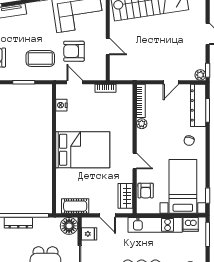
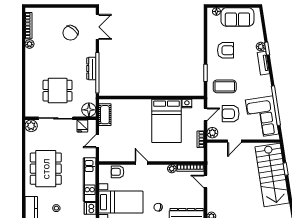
armchair: (74, 51) -> (231, 114), turned -90
coffee table: (40, 59) -> (225, 86), turned 90
plant: (97, 74) -> (212, 133), added
door: (171, 82) -> (205, 181), moved
bed: (83, 150) -> (166, 121), moved
door: (135, 161) -> (141, 163), swing flipped
wardrobe: (125, 196) -> (113, 156), removed

